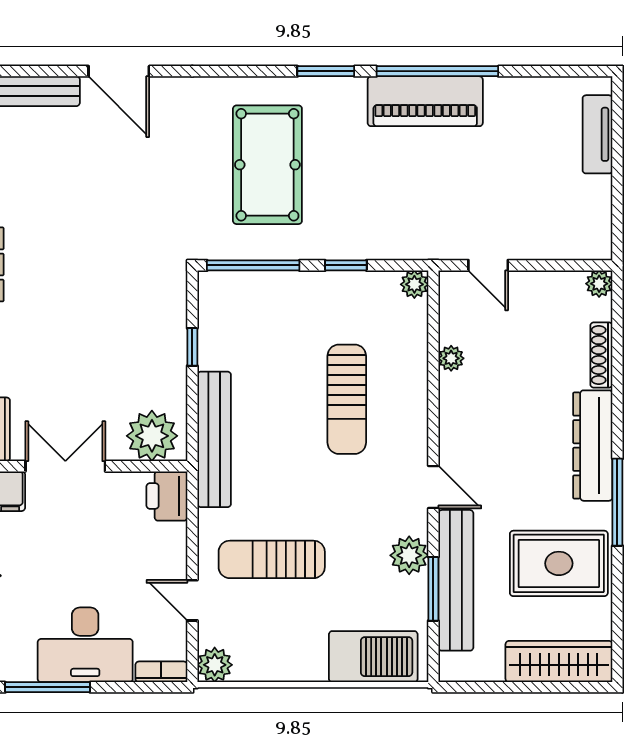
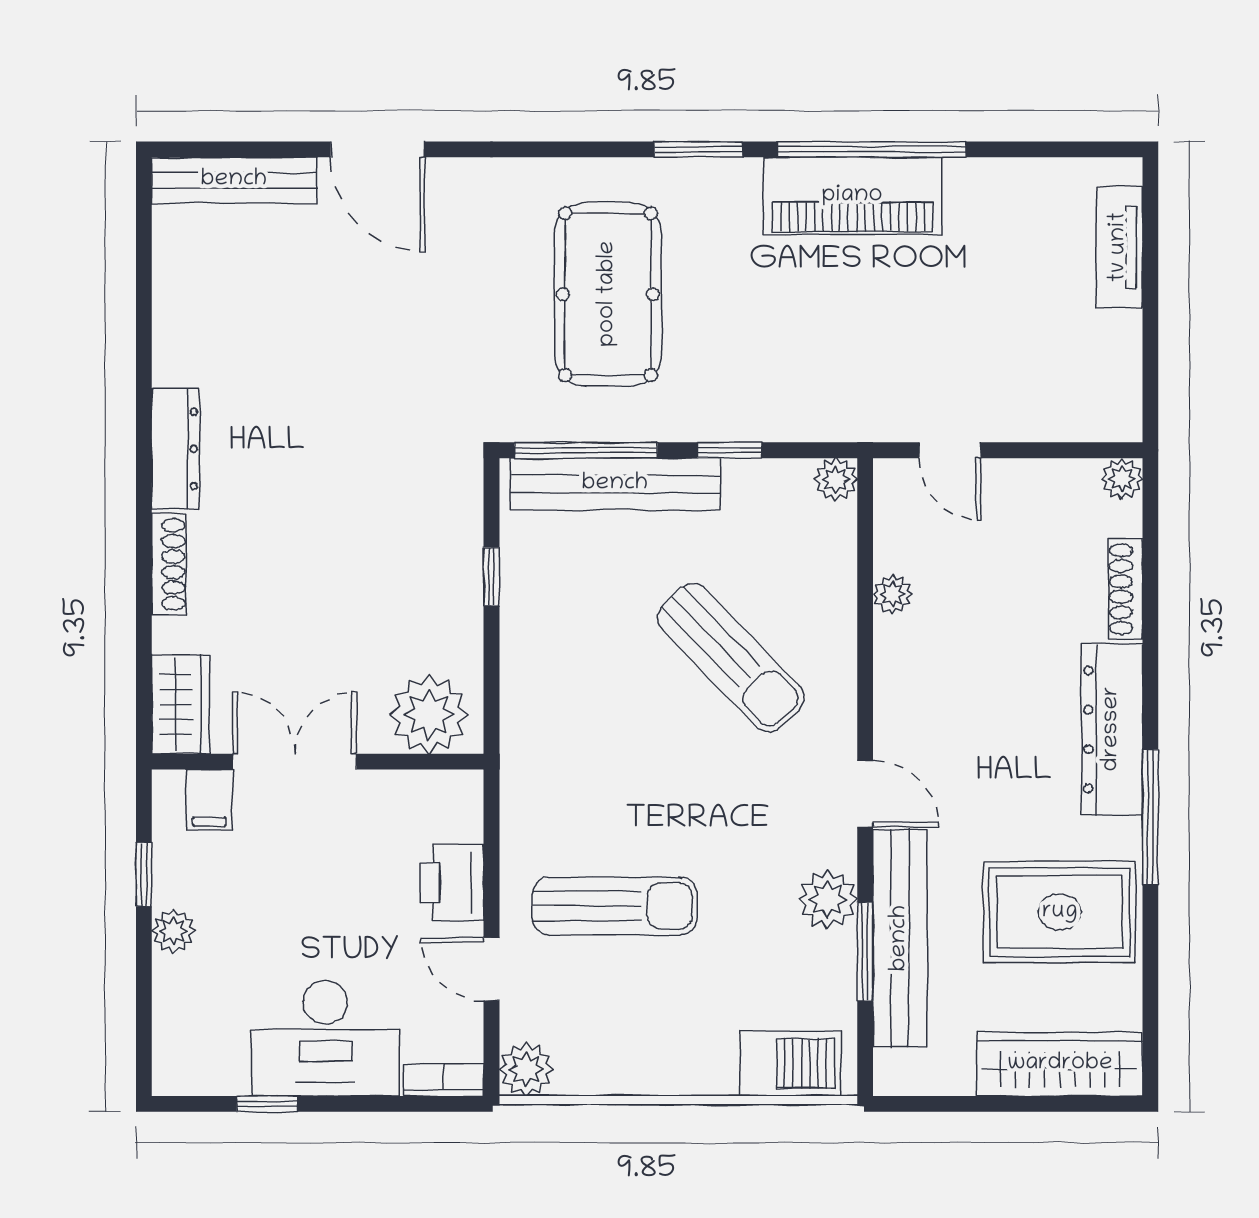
sun lounger: (347, 399) -> (731, 658), turned -44
bench: (214, 439) -> (615, 484), moved, turned 90
printer: (167, 496) -> (452, 883), moved
sun lounger: (272, 559) -> (615, 906), turned 180
barbecue: (373, 657) -> (790, 1063), width x0.73, depth x0.83
window: (48, 687) -> (267, 1104), width x0.46

